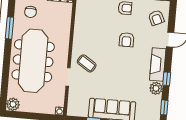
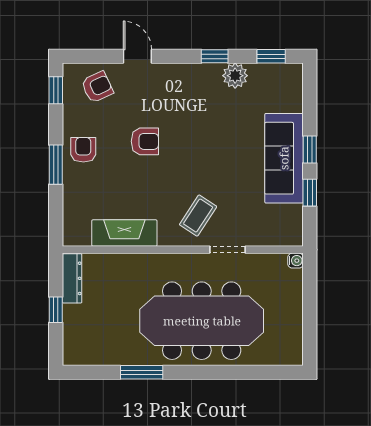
chair: (31, 12) -> (107, 334), removed
fireplace: (158, 65) -> (124, 233), moved, turned 180
plant: (13, 104) -> (290, 353), removed

